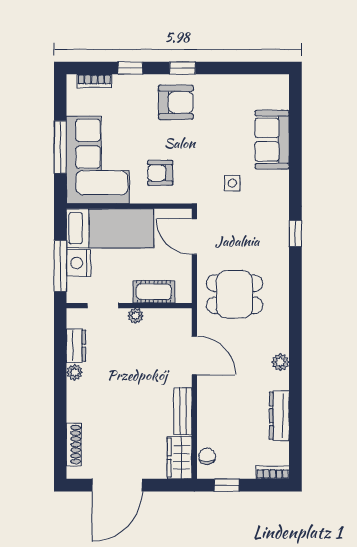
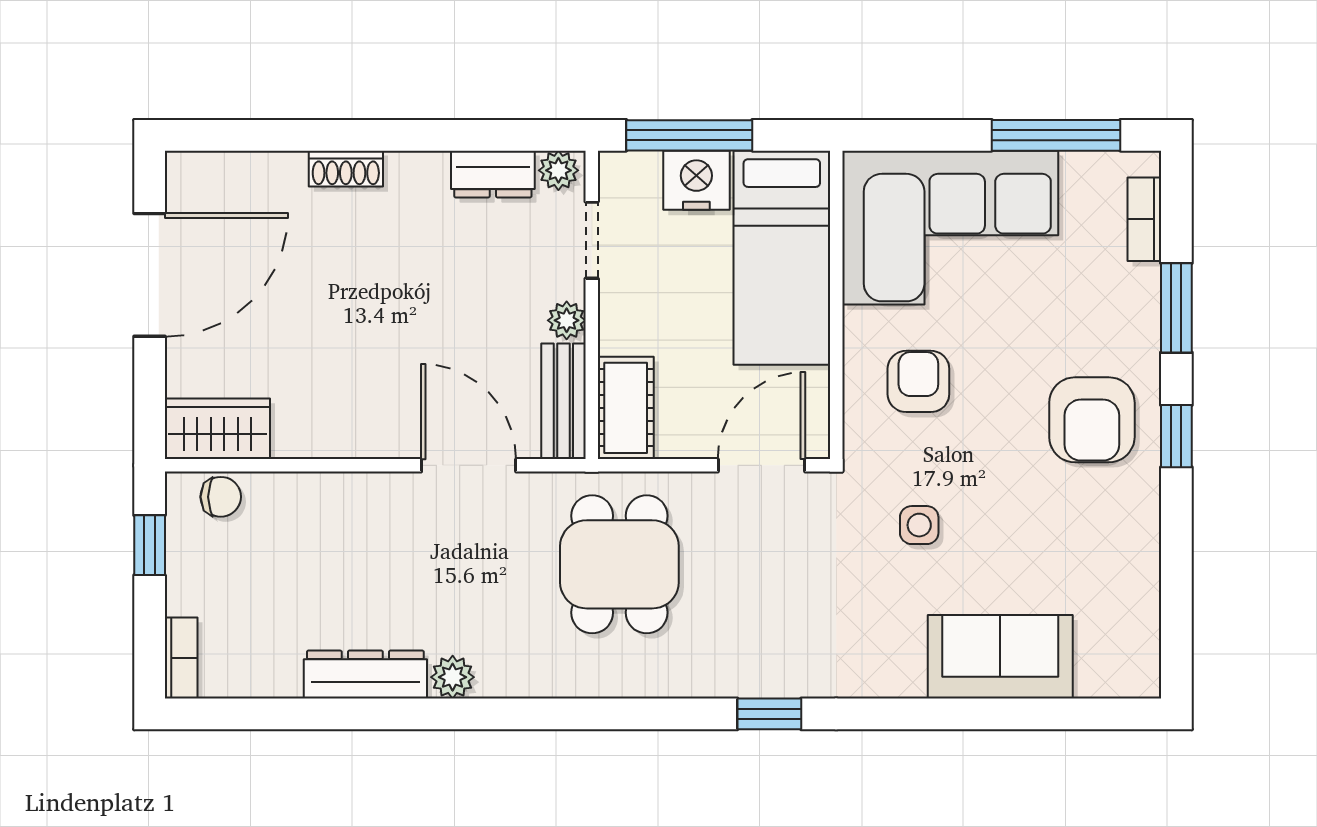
window: (130, 68) -> (1176, 308), width x1.50
window: (60, 147) -> (1056, 135), moved
side table: (232, 183) -> (919, 525), moved
cot: (154, 292) -> (626, 408), moved
door: (194, 356) -> (469, 465), swing flipped
plant: (75, 372) -> (558, 170), moved
bench: (183, 411) -> (563, 401), moved, turned 90
dresser: (279, 416) -> (365, 675), moved
shoe rack: (74, 444) -> (346, 169), moved, width x0.70
door: (117, 485) -> (150, 275), swing flipped

